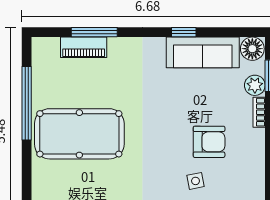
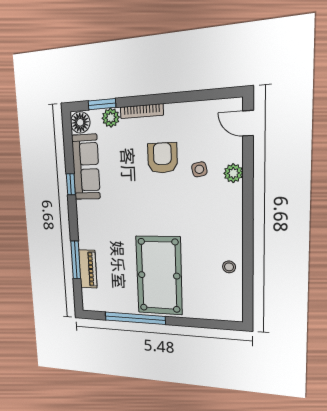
bookcase: (259, 112) -> (142, 111), width x1.56

